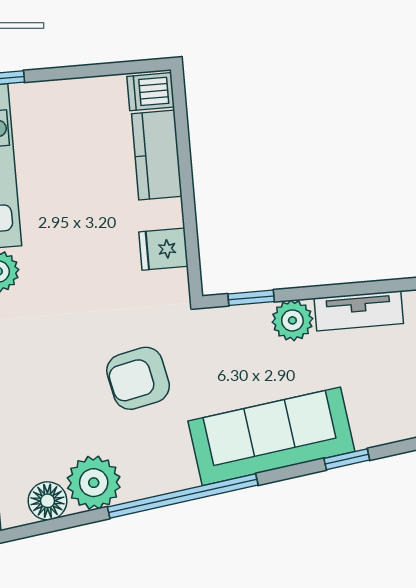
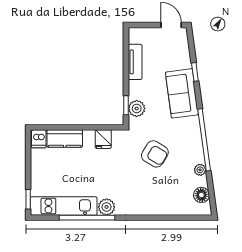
plant: (292, 320) -> (137, 108), moved
armchair: (138, 378) -> (155, 154), turned -47
sofa: (271, 436) -> (182, 93), width x0.73
plant: (94, 483) -> (200, 170), width x0.53, depth x0.53

